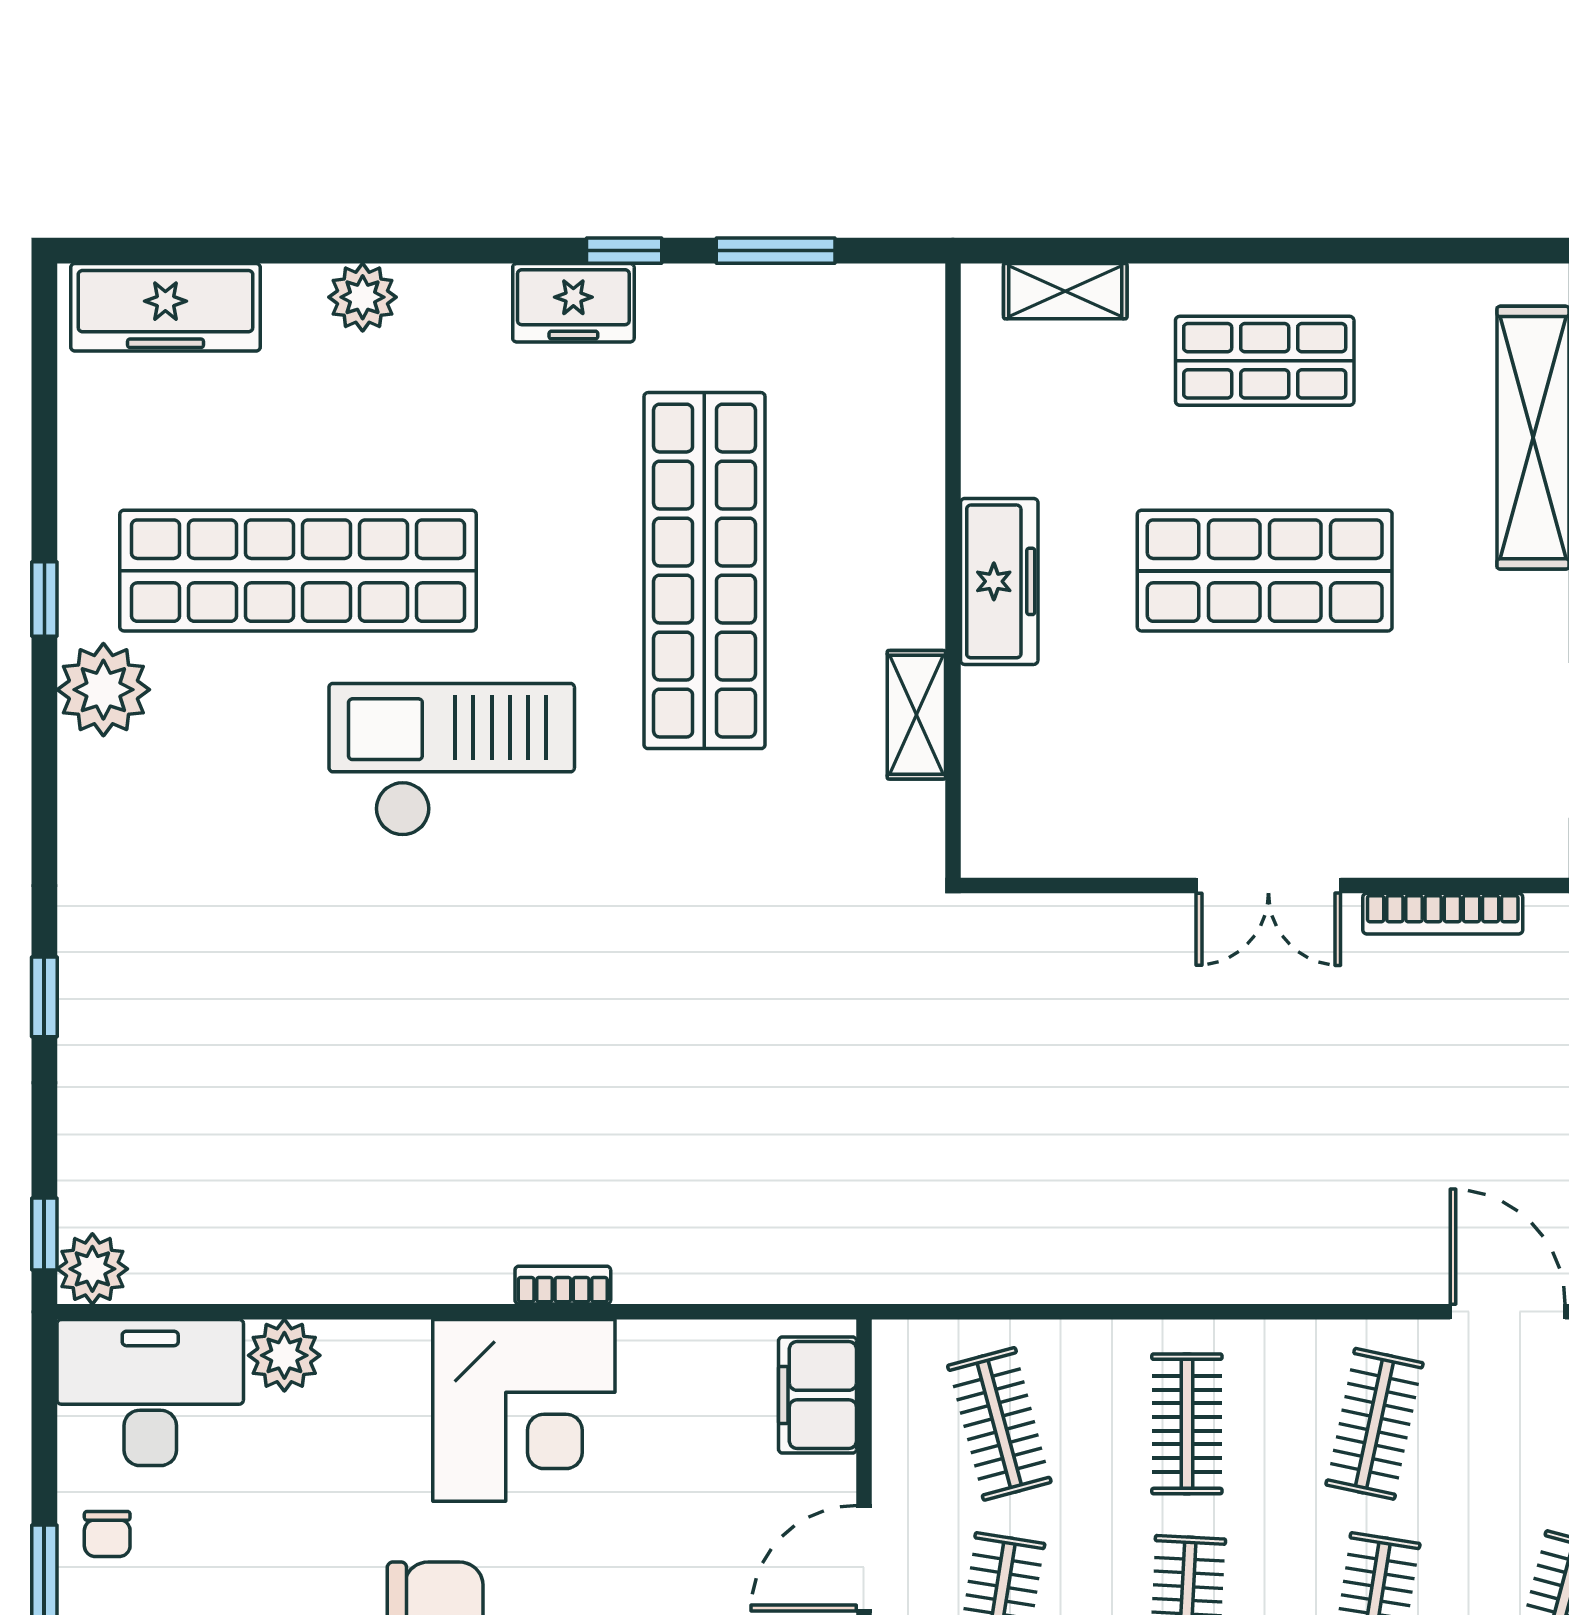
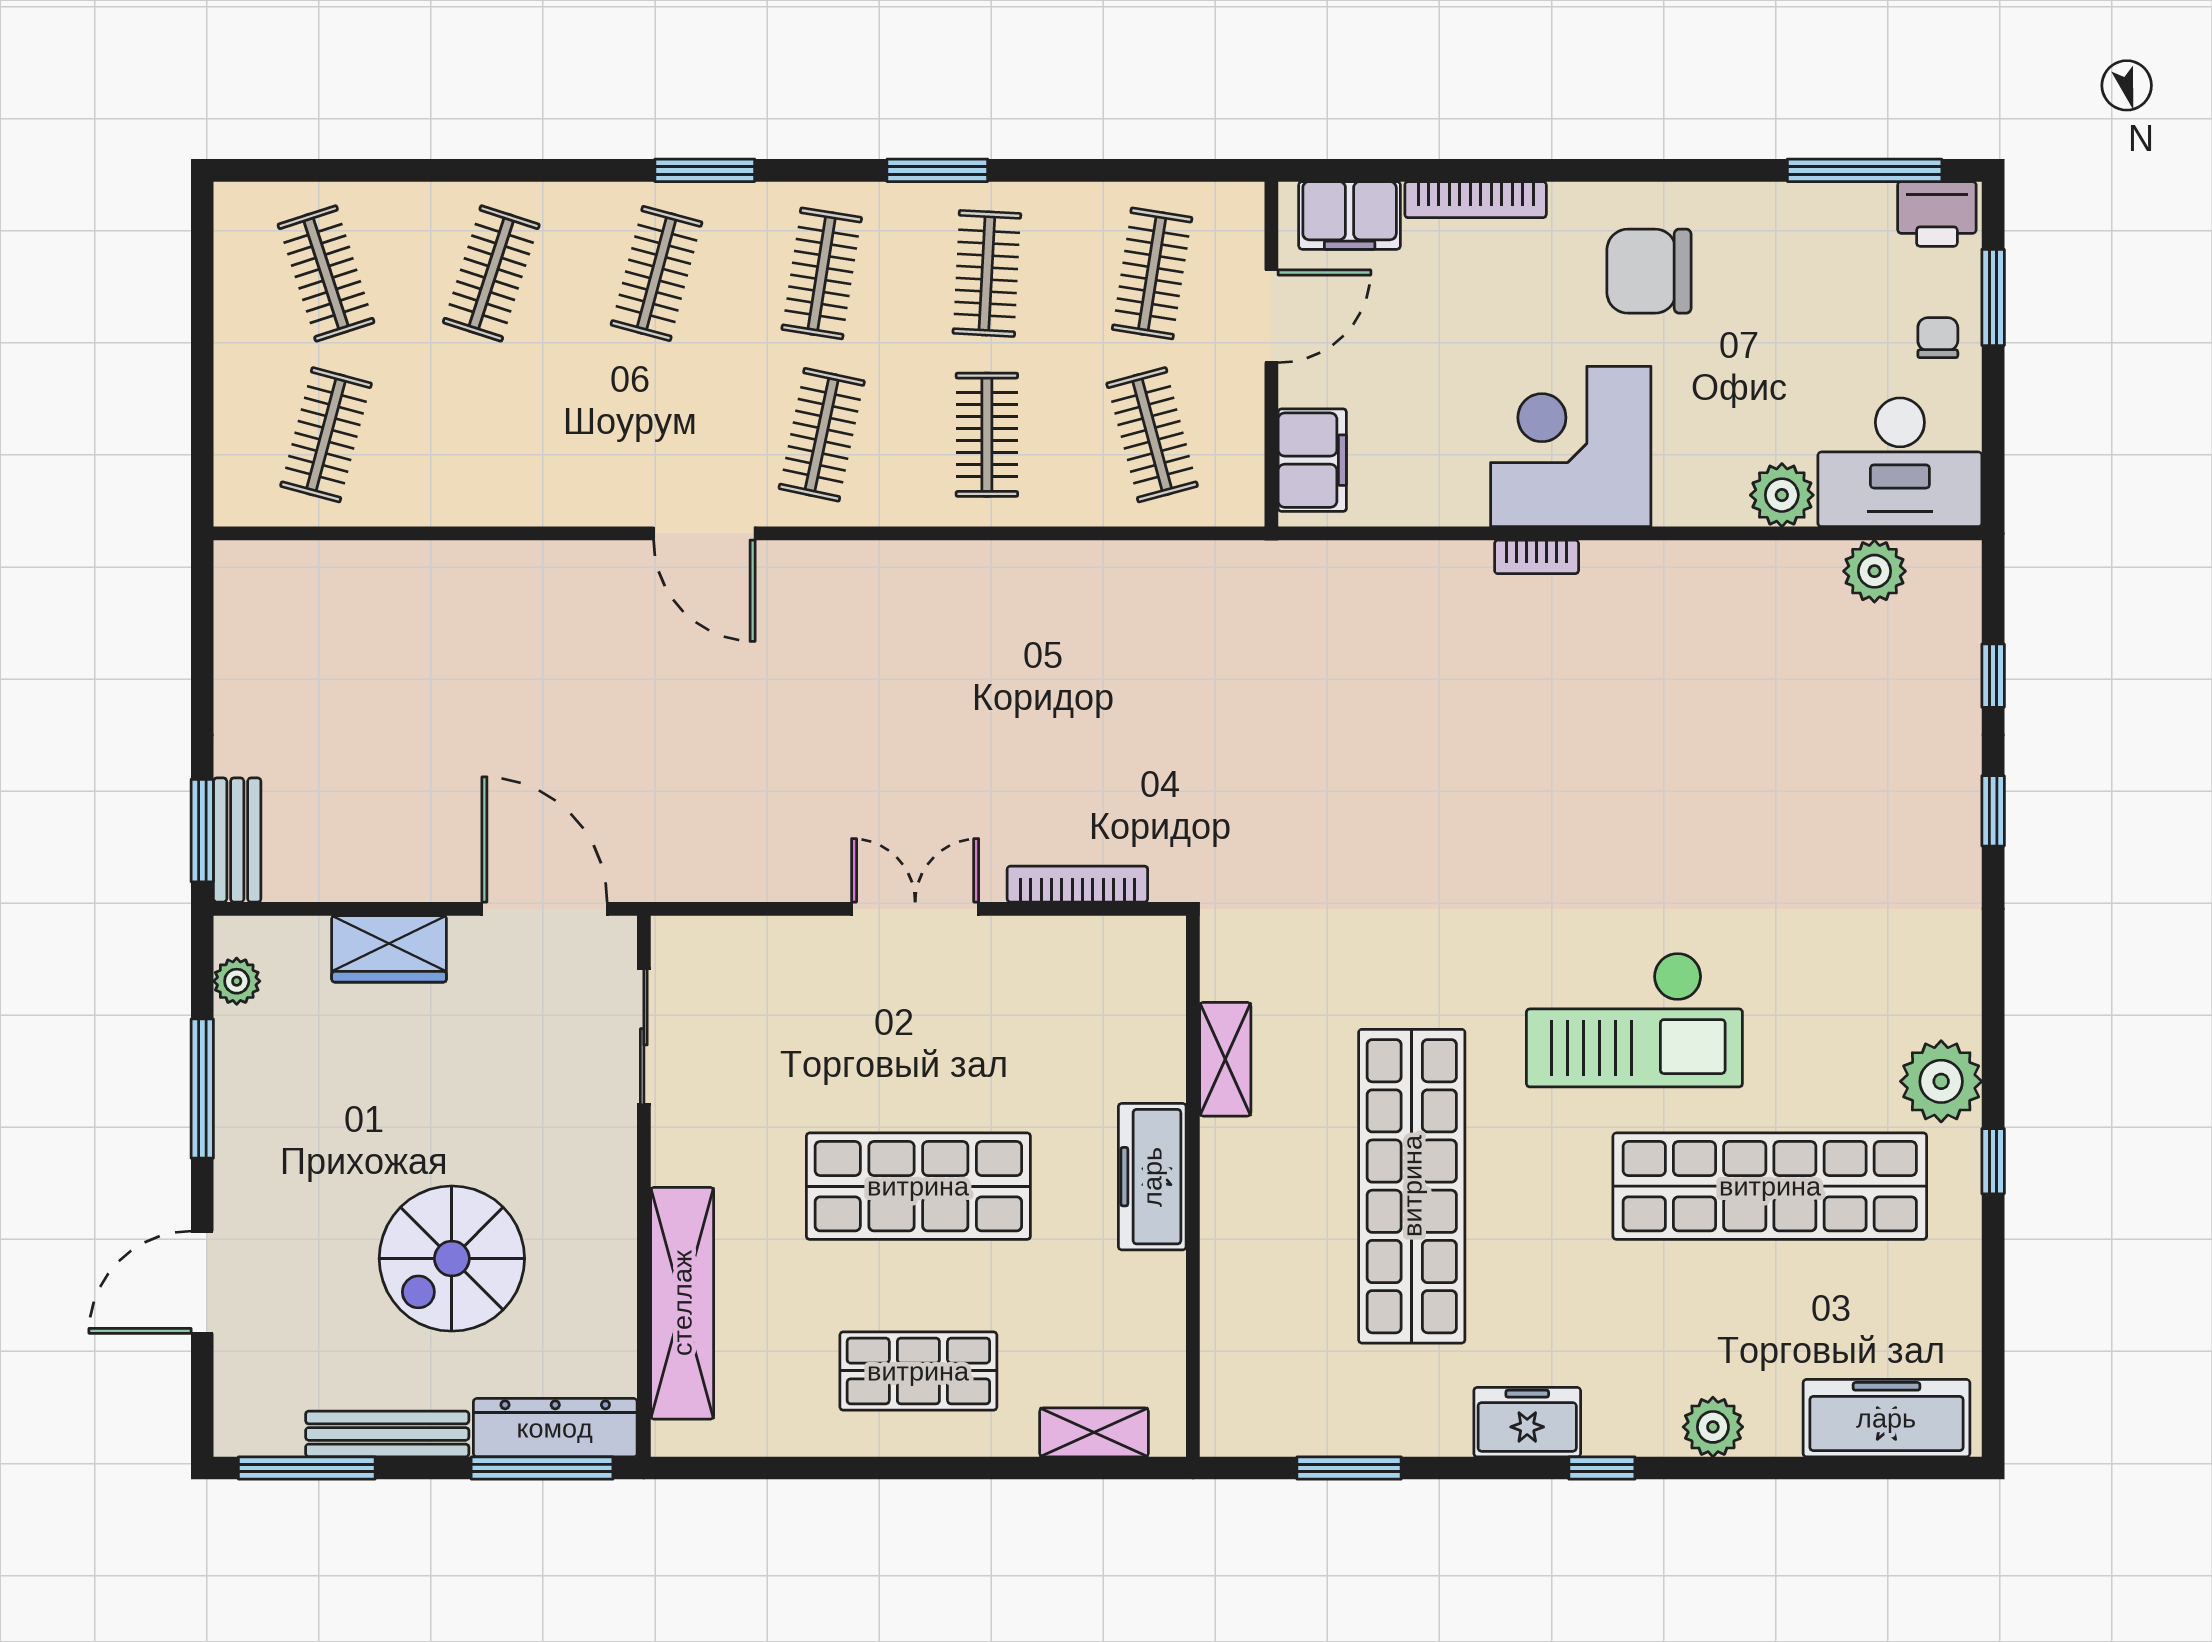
window: (624, 251) -> (1602, 1468), moved
bookcase: (1443, 914) -> (1077, 884), moved
window: (44, 1234) -> (1993, 676), moved
plant: (92, 1269) -> (1874, 571), moved

